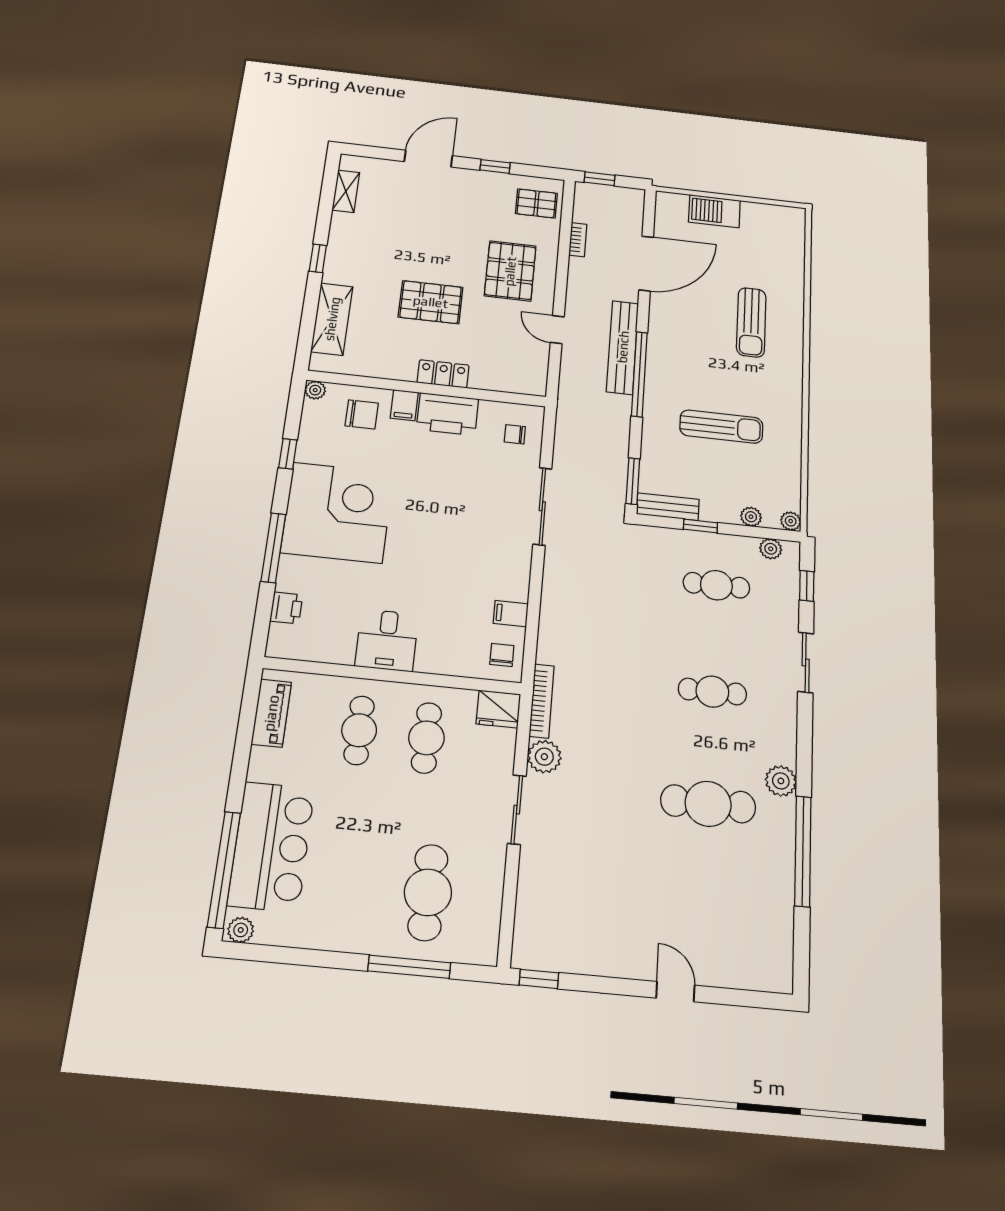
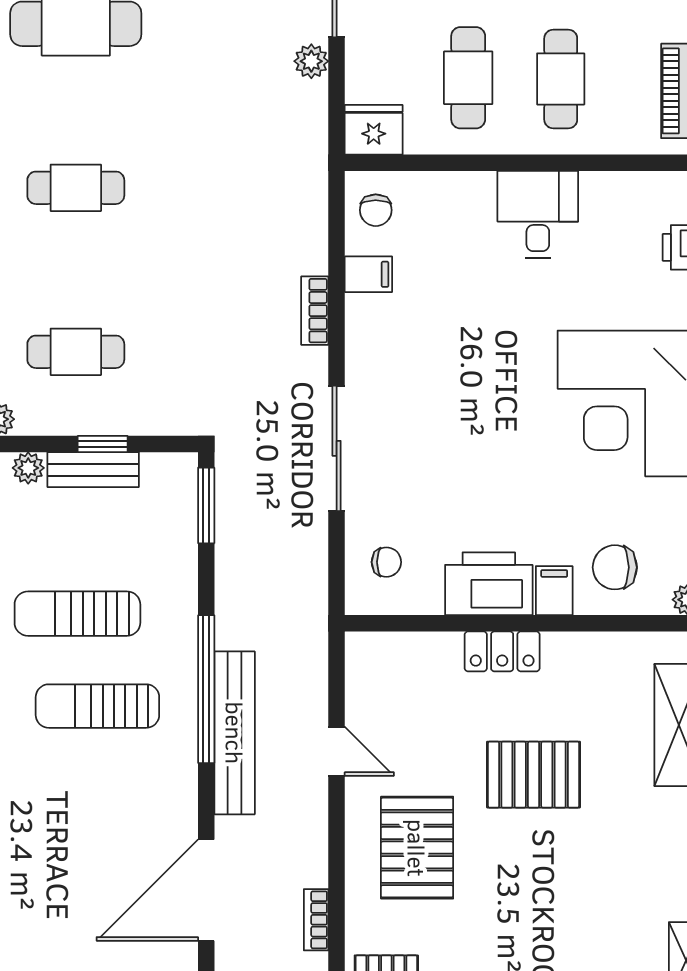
sun lounger: (751, 322) -> (97, 706), moved, turned -90
bench: (668, 507) -> (93, 470), moved
bookcase: (542, 701) -> (315, 311), moved, width x0.64
plant: (544, 757) -> (311, 61), width x0.73, depth x0.73

